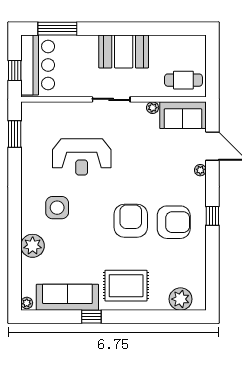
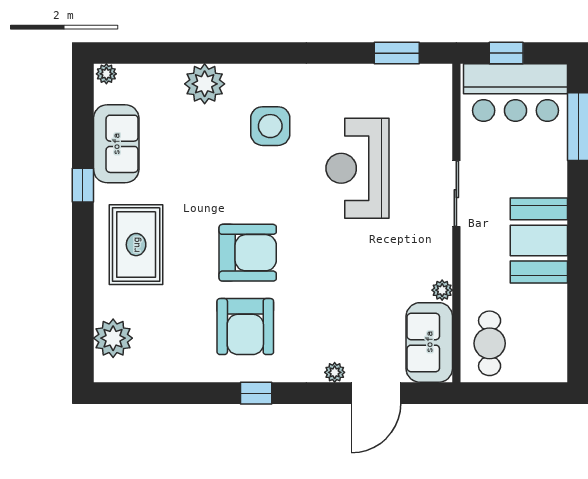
sliding door: (111, 99) -> (456, 194), moved
sofa: (67, 297) -> (116, 144), width x0.73

